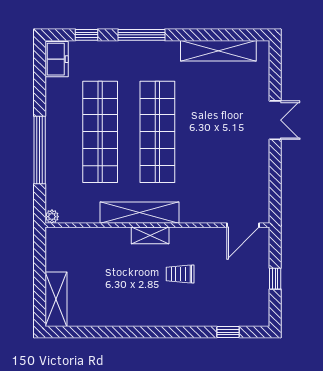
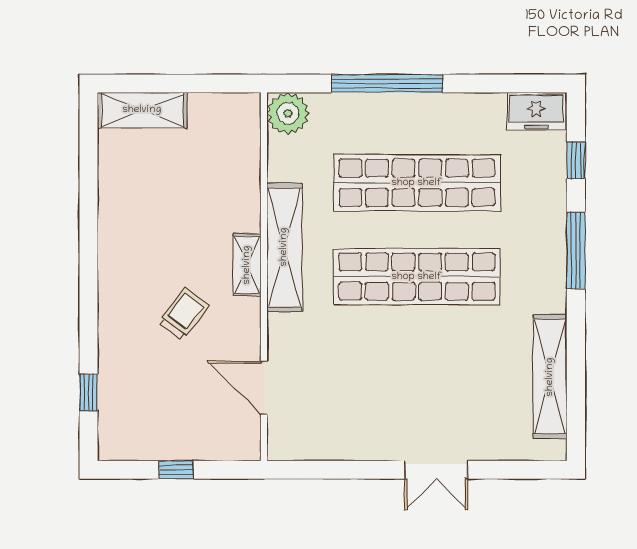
plant: (52, 217) -> (288, 113), width x1.88, depth x1.88
door: (243, 225) -> (264, 388), moved
trolley: (180, 274) -> (184, 314), turned 37

